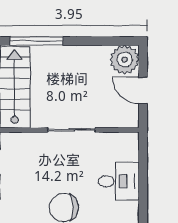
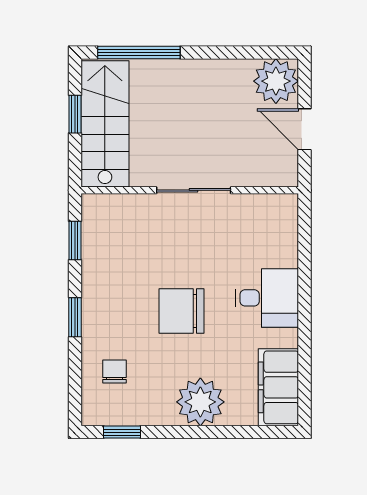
desk: (119, 181) -> (267, 298), moved

